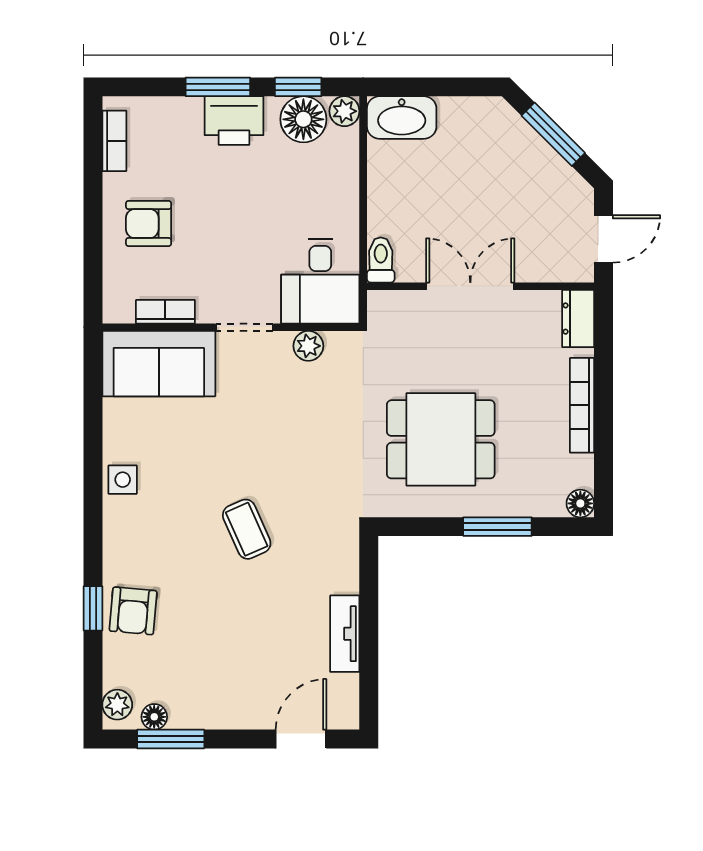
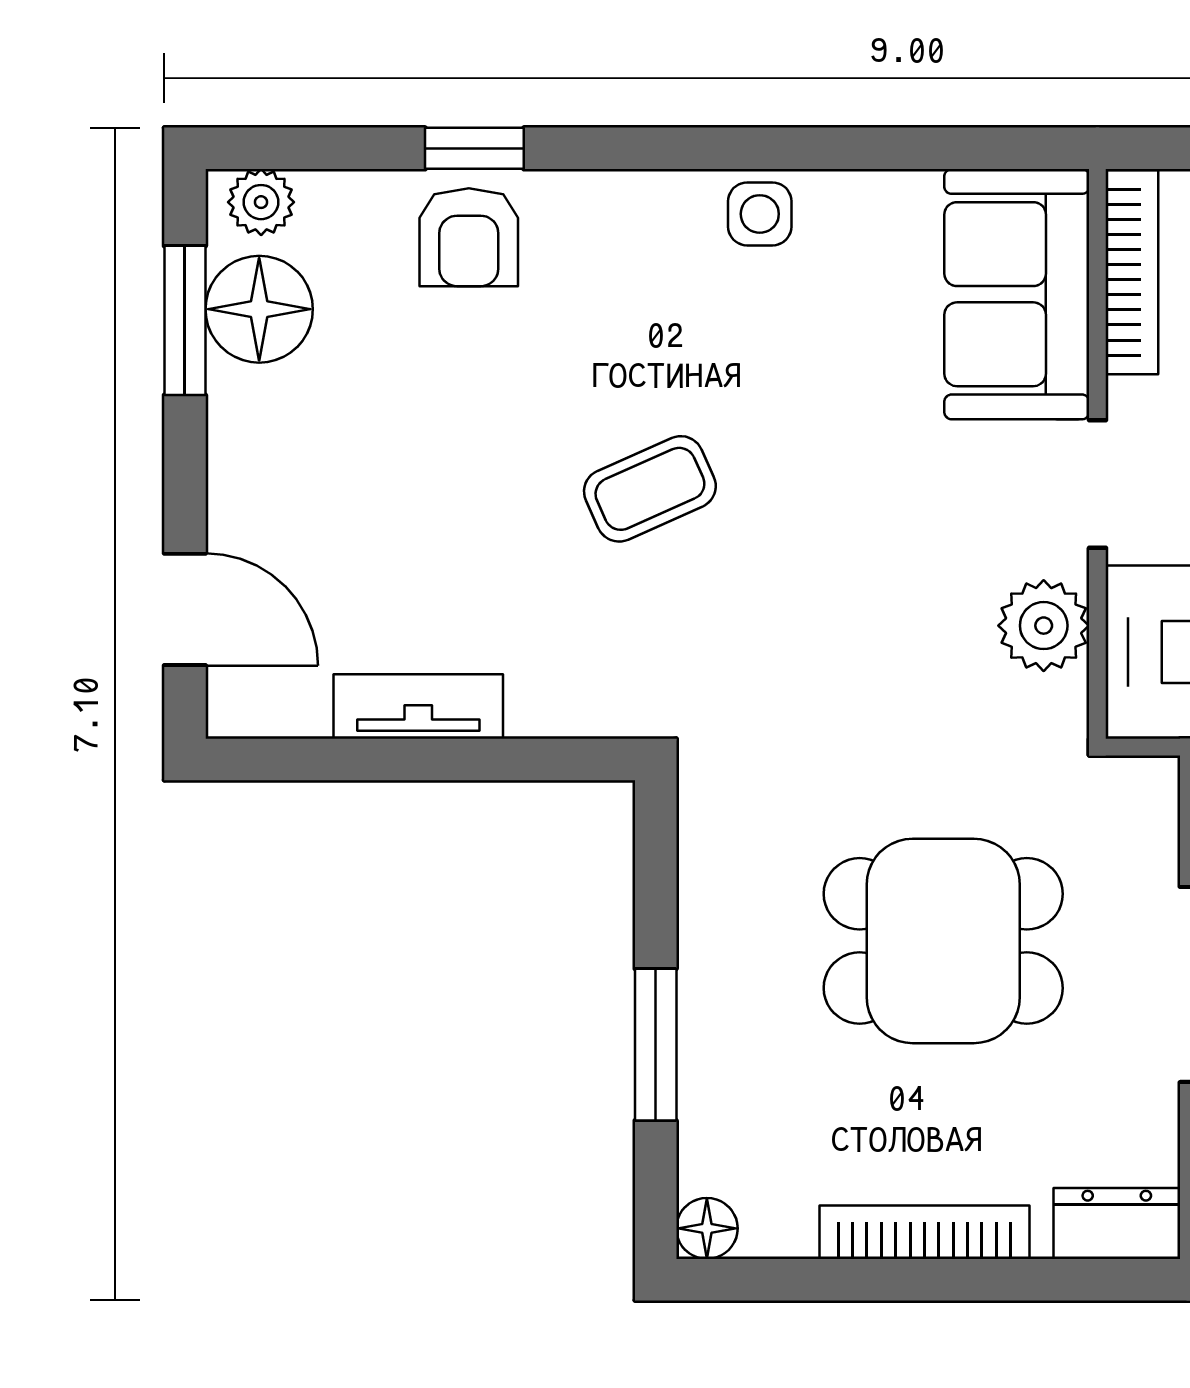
bookcase: (165, 312) -> (1132, 272), width x1.56
plant: (308, 346) -> (1044, 626), width x1.38, depth x1.38
dining table: (441, 439) -> (943, 941), moved, turned 90
armchair: (133, 611) -> (469, 237), turned -95
floor lamp: (154, 717) -> (259, 309), width x1.89, depth x1.89

